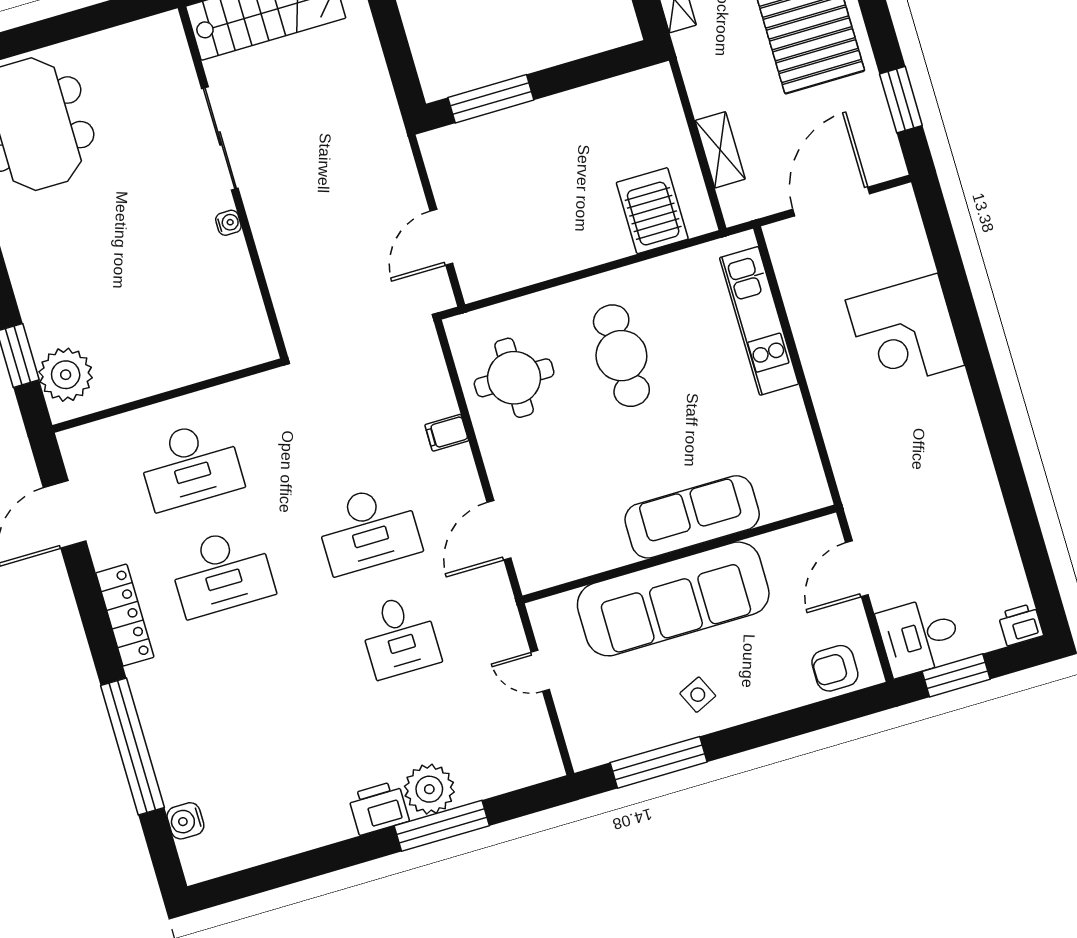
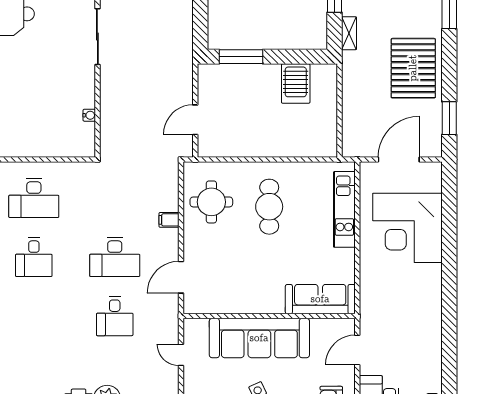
shelving: (720, 150) -> (350, 117), removed
server rack: (652, 211) -> (296, 84), moved, turned 180
water cooler: (228, 223) -> (89, 115), moved
corner desk: (905, 333) -> (408, 228), width x1.36, depth x1.36
sofa: (692, 517) -> (320, 299), moved
desk: (222, 572) -> (34, 257), width x0.73

